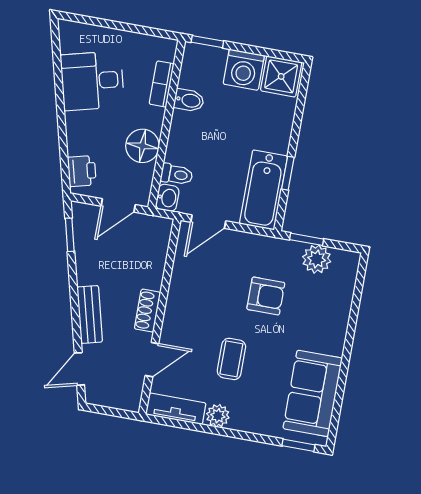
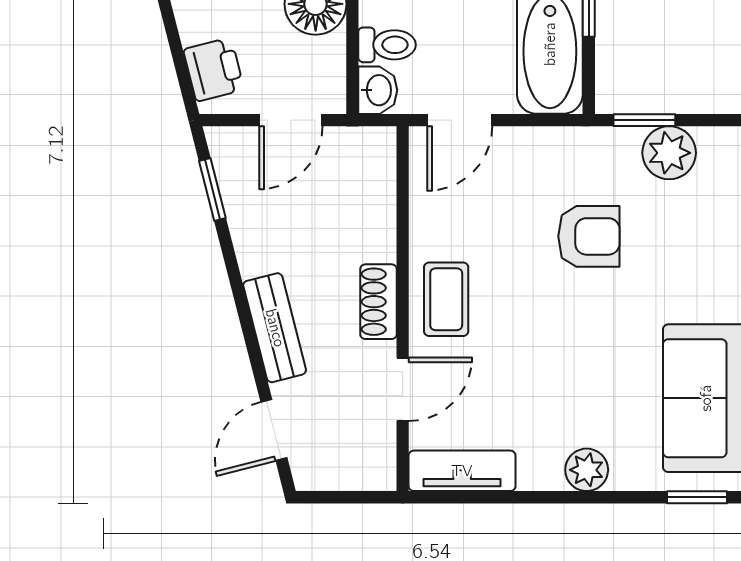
coffee table: (231, 359) -> (446, 299), moved
plant: (218, 416) -> (587, 470), moved

